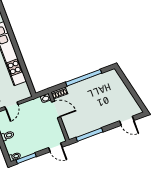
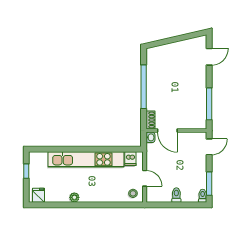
dishwasher: (23, 88) -> (130, 159), added
door: (56, 109) -> (167, 131), swing flipped

